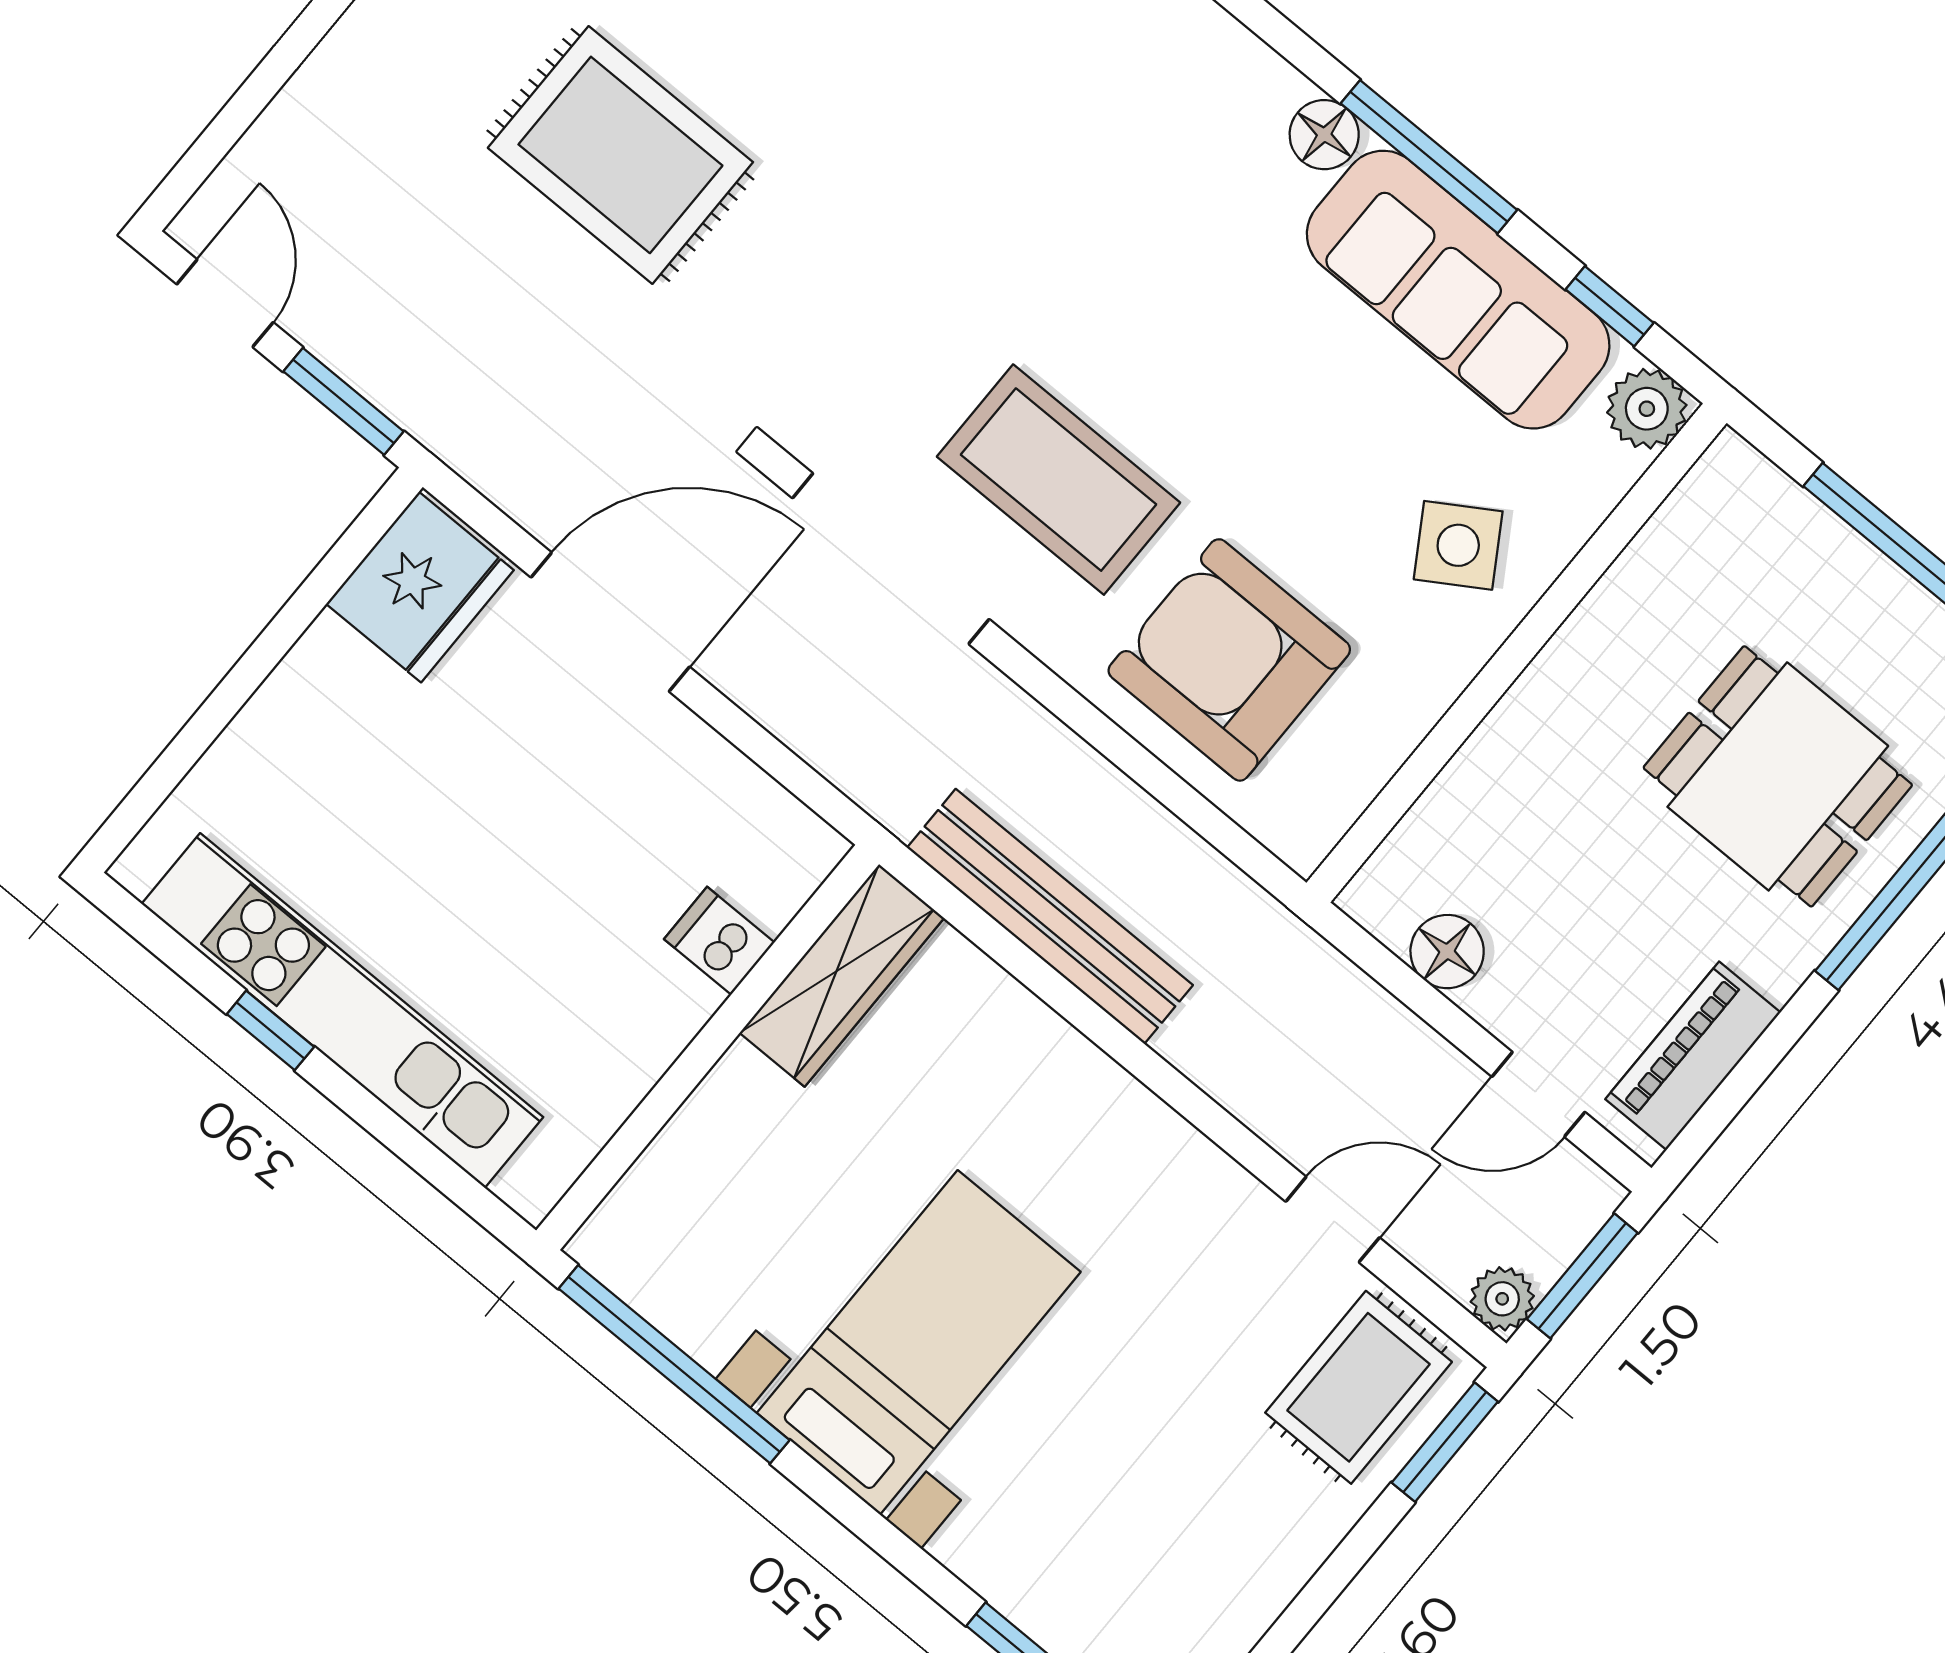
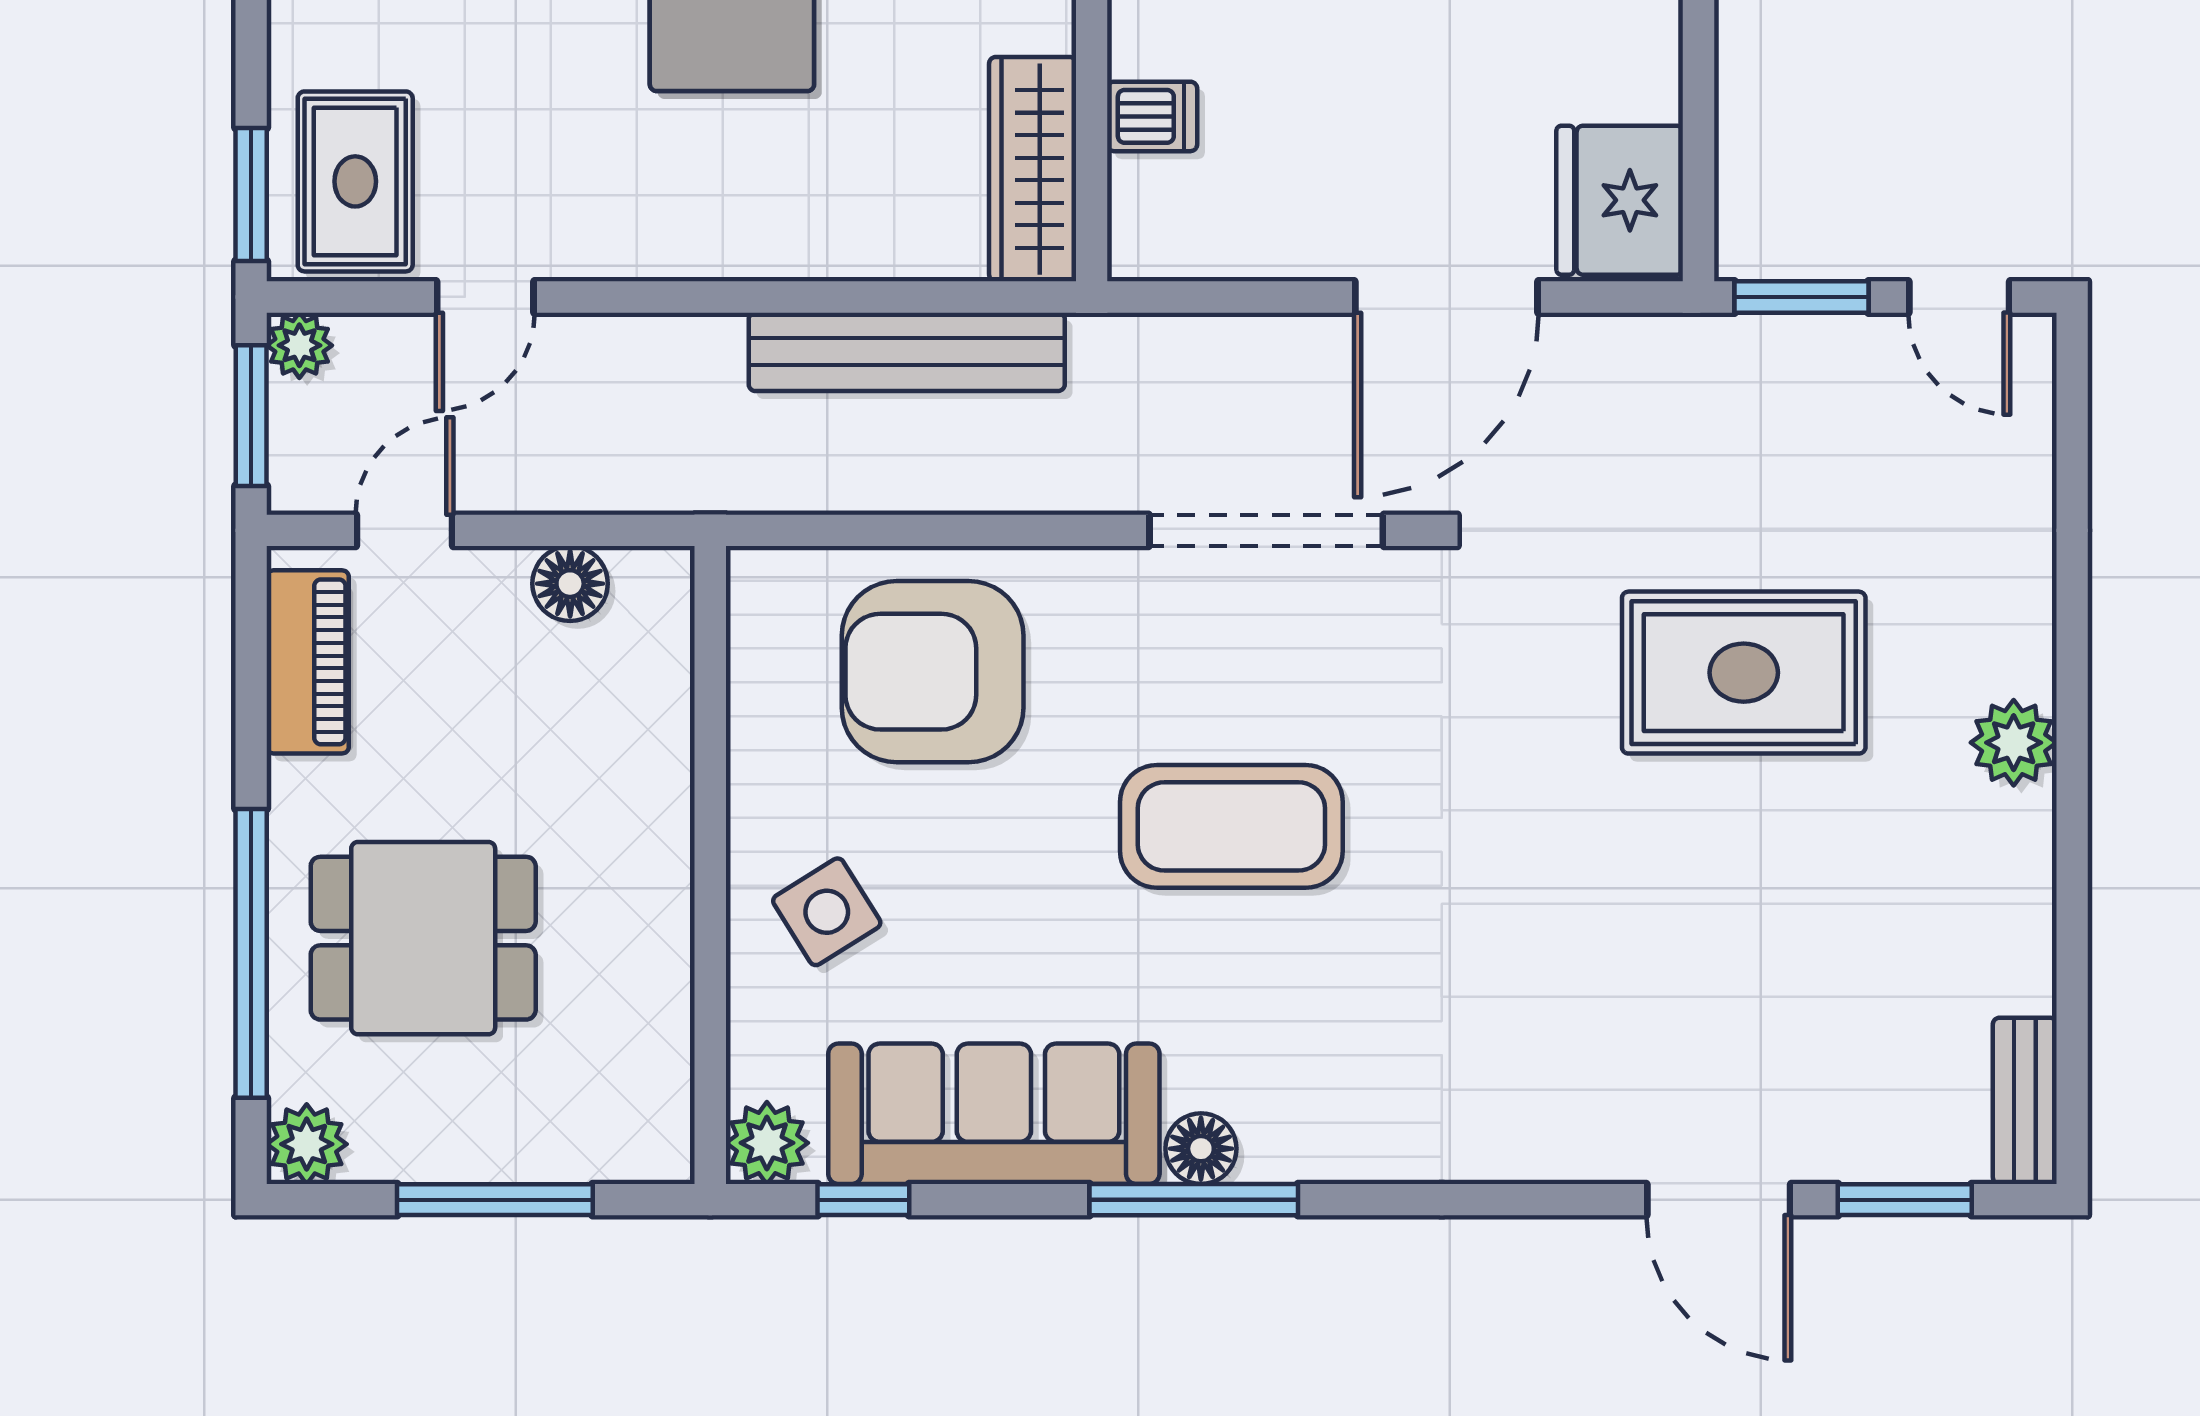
window: (1429, 157) -> (1194, 1200), moved
coffee table: (1059, 480) -> (1231, 826), moved
armchair: (1229, 660) -> (933, 672), turned 180

